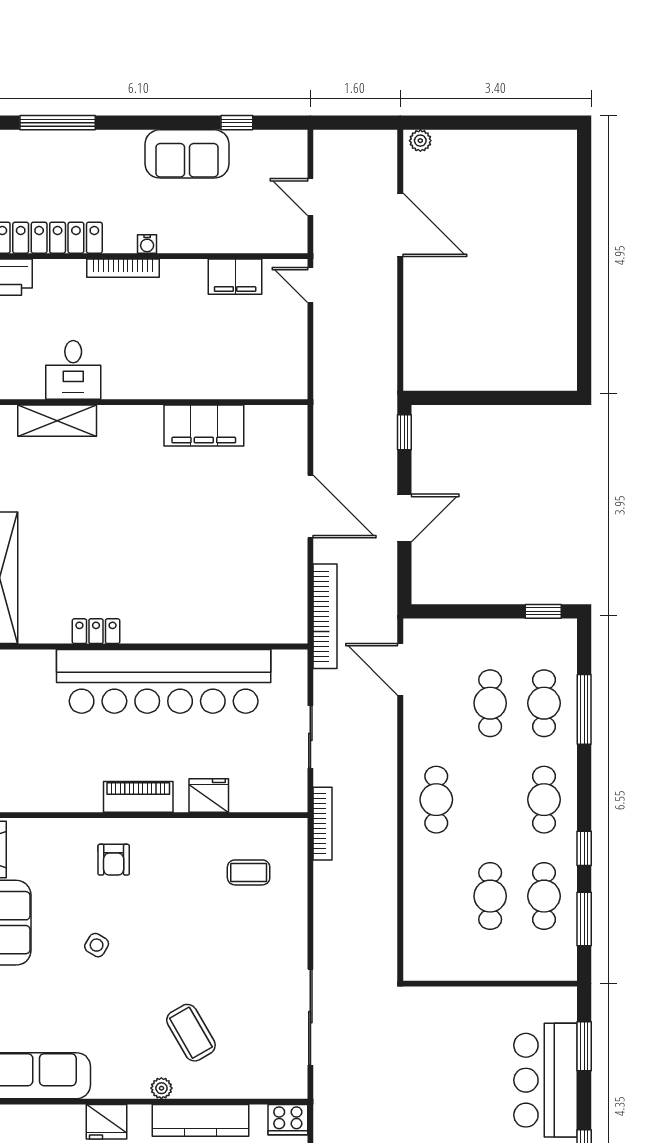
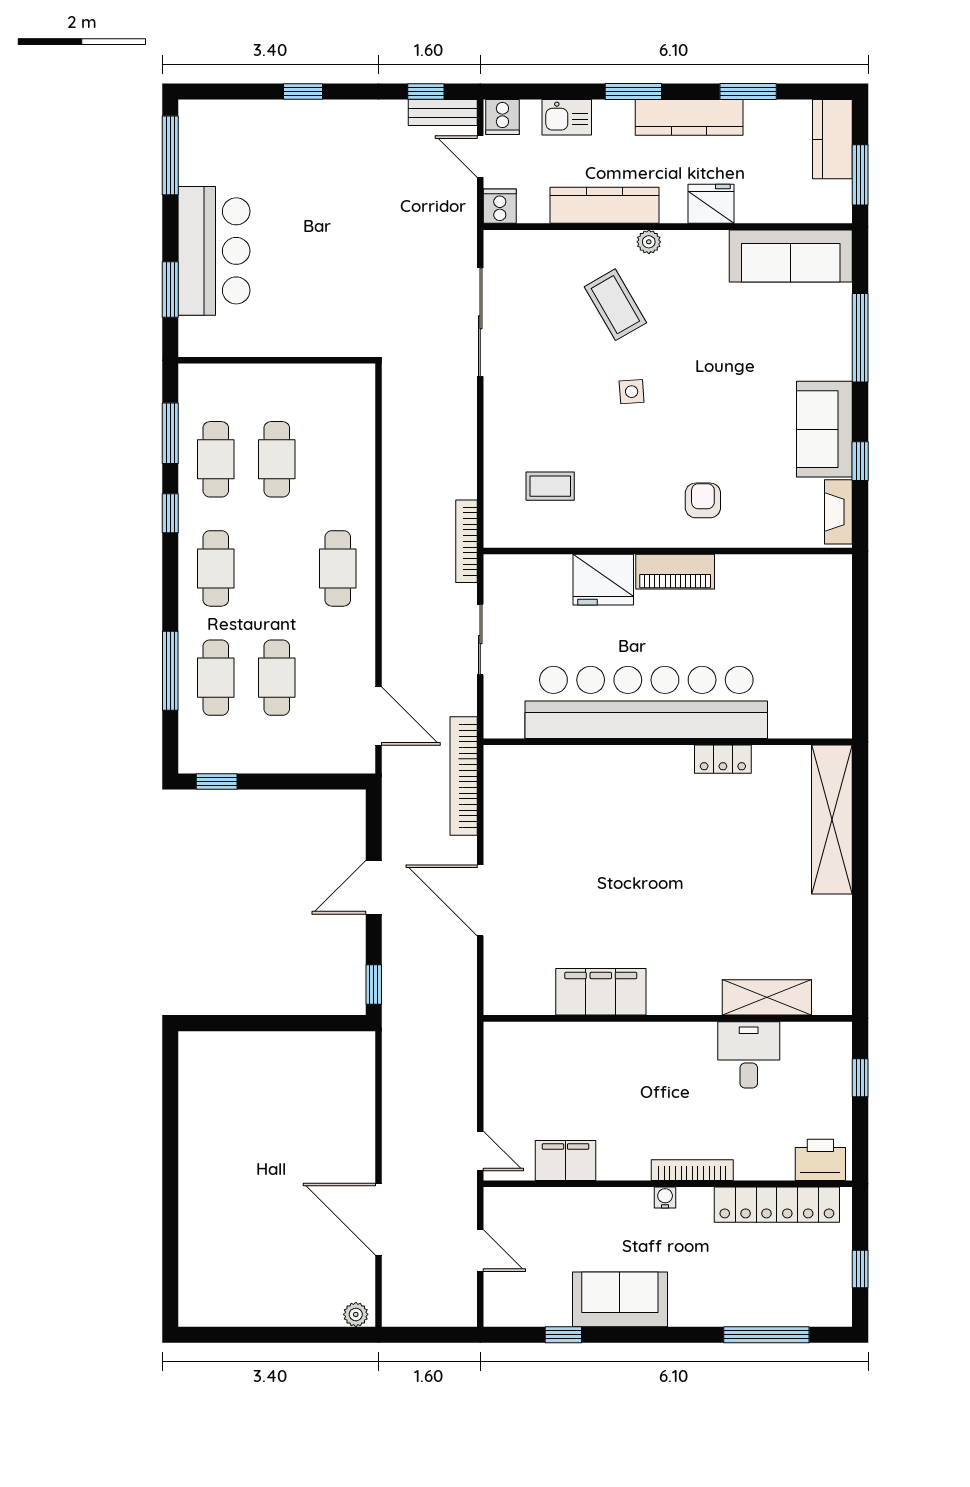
fridge: (209, 795) -> (603, 580), width x1.36, depth x1.34
side table: (97, 945) -> (632, 392), moved, turned -35
cooker: (288, 1120) -> (500, 206), width x0.73

